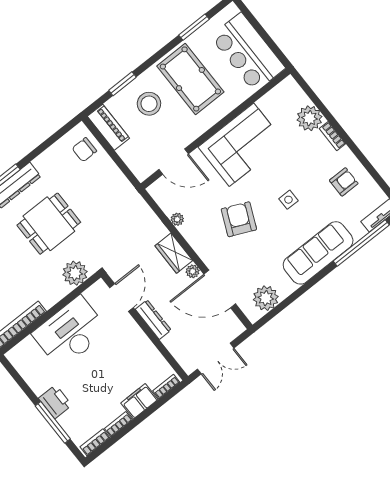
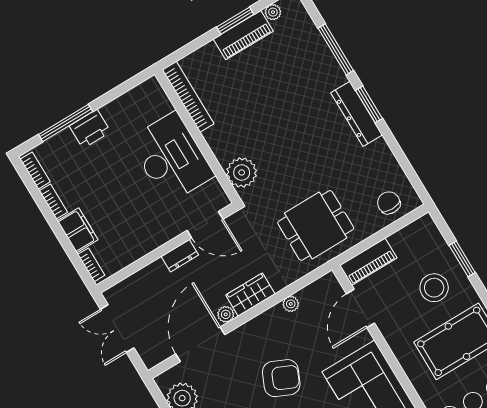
piano: (108, 127) -> (368, 262), moved
dining table: (49, 224) -> (316, 225), moved, turned 90
dresser: (153, 320) -> (180, 256), width x0.70

